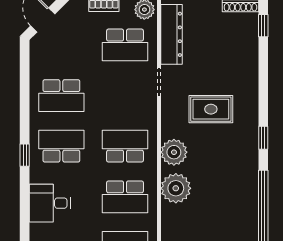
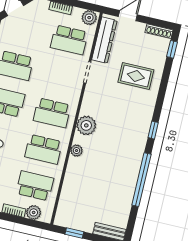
rug: (211, 109) -> (136, 76), moved
school desk: (125, 146) -> (52, 113), turned 180
plant: (176, 188) -> (76, 151), width x0.53, depth x0.53

